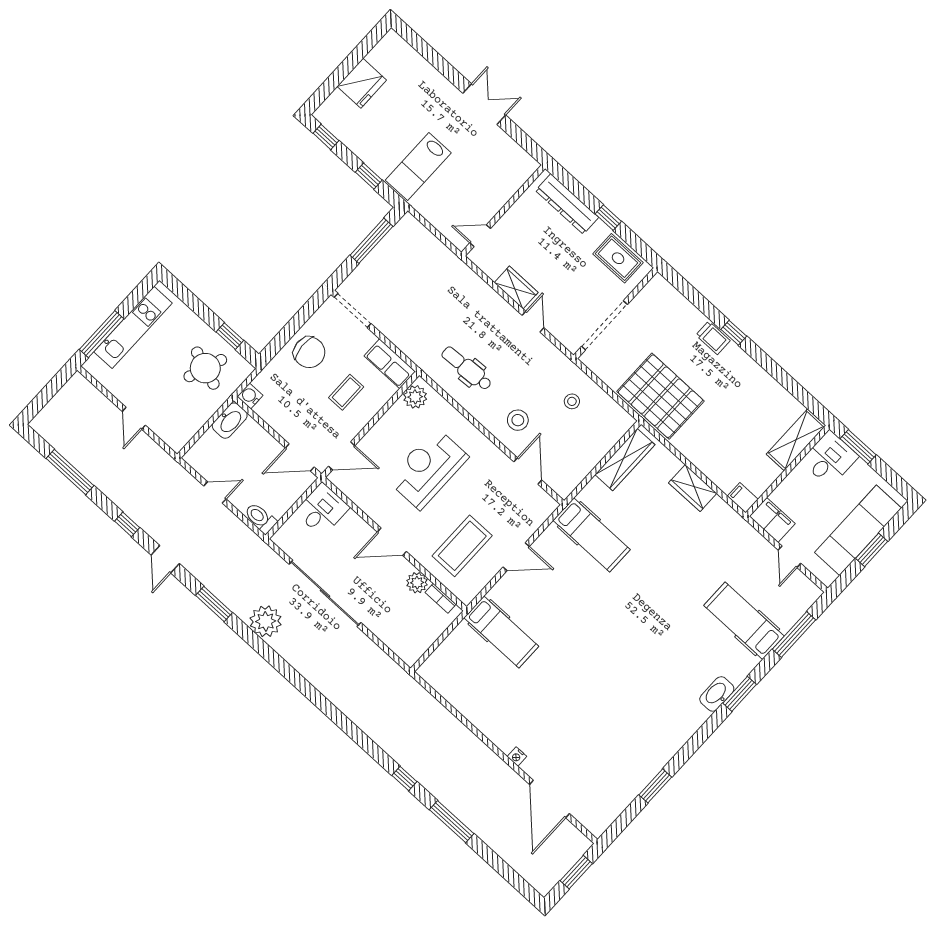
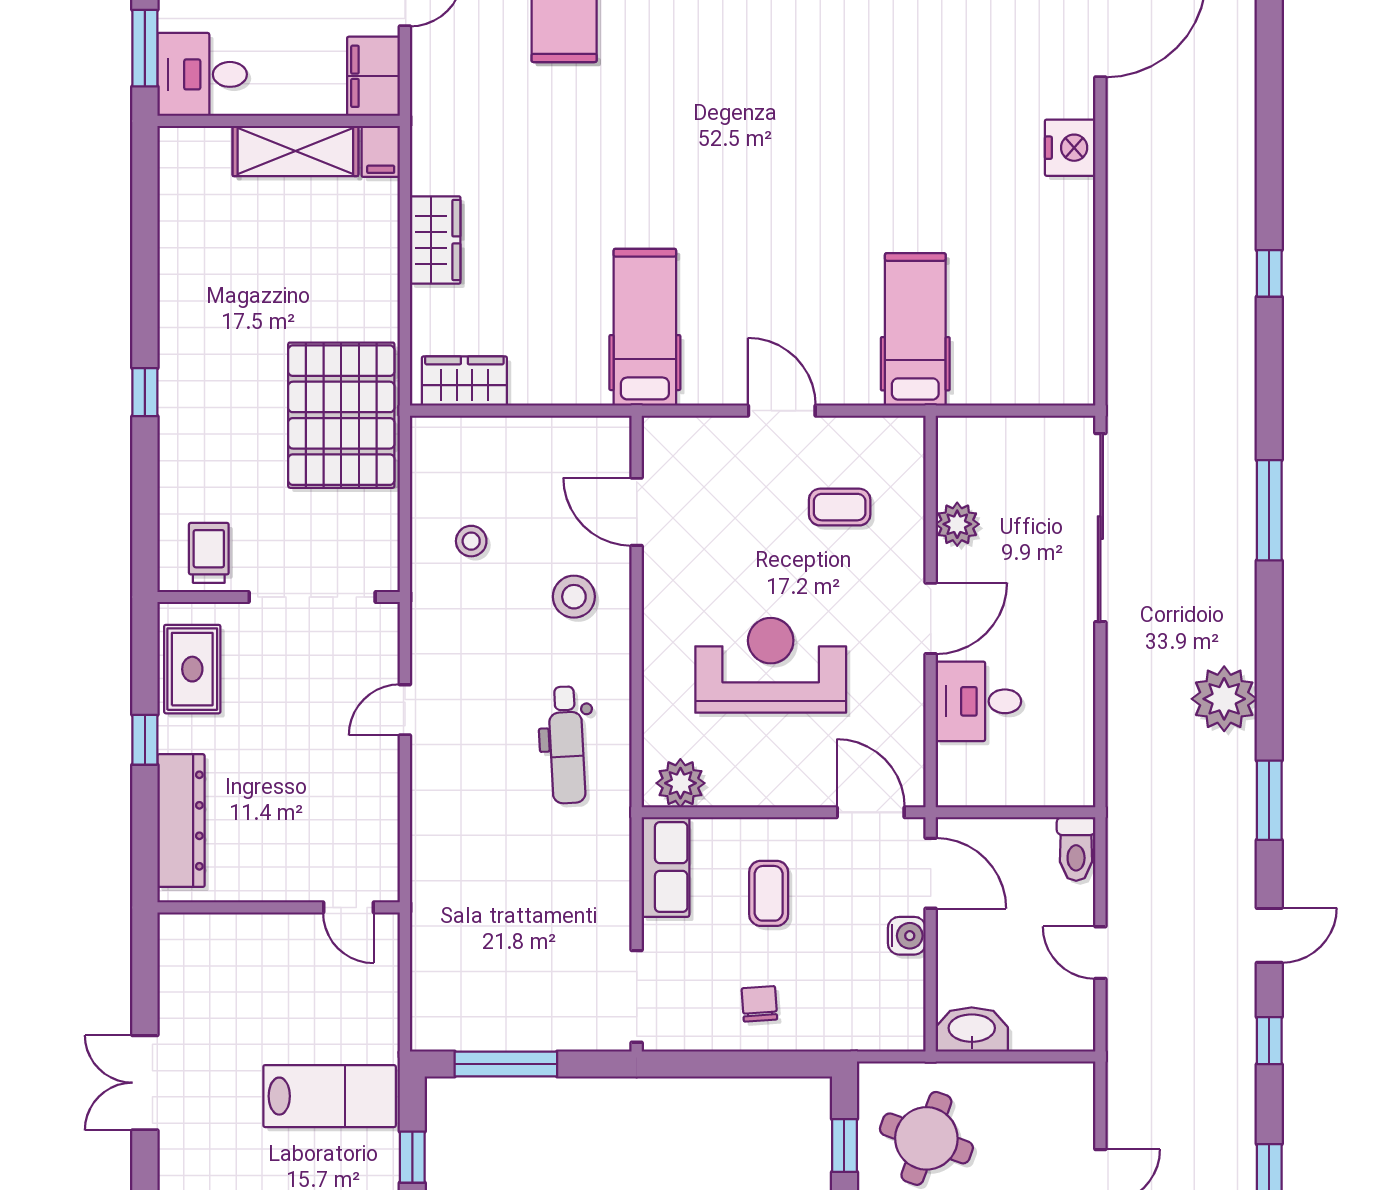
wardrobe: (516, 288) -> (377, 782), removed
trolley: (713, 338) -> (209, 553), moved
chair: (309, 352) -> (759, 1004), width x0.54, depth x0.54
coffee table: (346, 392) -> (769, 893), turned 90
water cooler: (250, 396) -> (907, 936), moved, turned -90
shelving: (796, 440) -> (295, 151), moved
wardrobe: (625, 460) -> (464, 381), width x0.67
reception desk: (428, 469) -> (771, 665), turned 180
door: (528, 471) -> (637, 512), hinge flipped
desk: (322, 510) -> (978, 701), moved
door: (392, 542) -> (931, 618), hinge flipped
coffee table: (462, 546) -> (840, 507), width x0.54, depth x0.58
sliding door: (325, 593) -> (1100, 528), moved
bookcase: (441, 598) -> (948, 467), removed
nightstand: (517, 757) -> (1070, 148), width x1.89, depth x1.79
window: (452, 822) -> (1269, 510), moved

